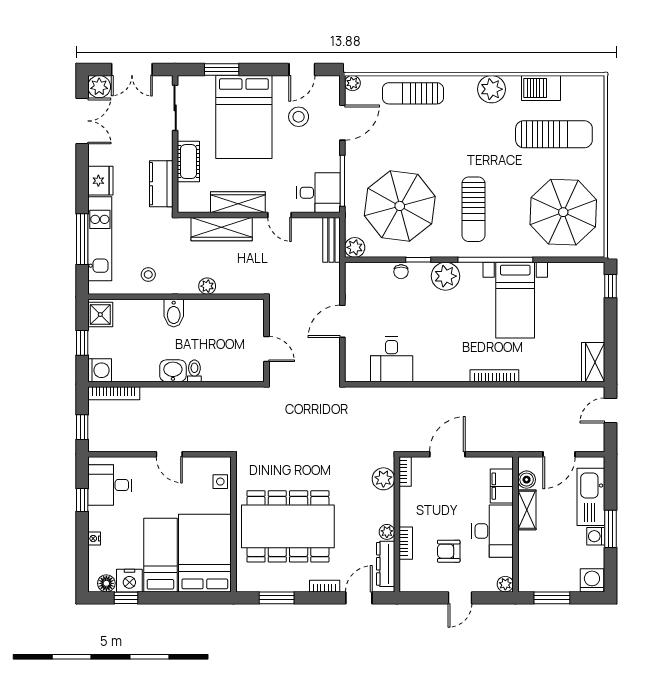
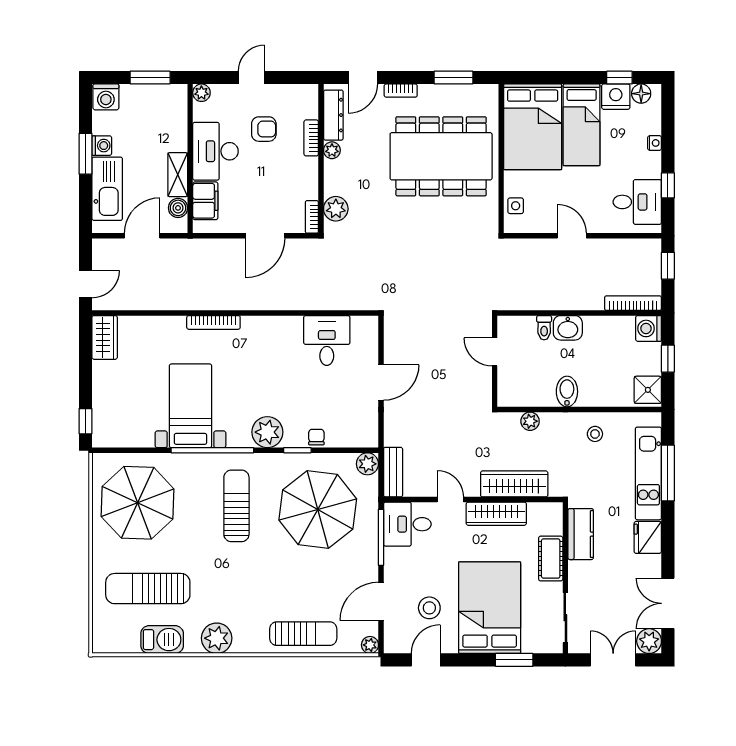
wall: (267, 341) -> (495, 361), moved
door: (267, 349) -> (495, 352), moved

